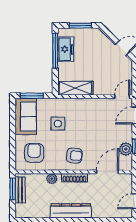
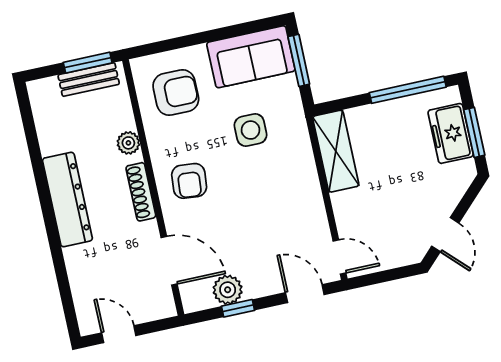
freezer: (66, 49) -> (451, 133), moved, turned 90

